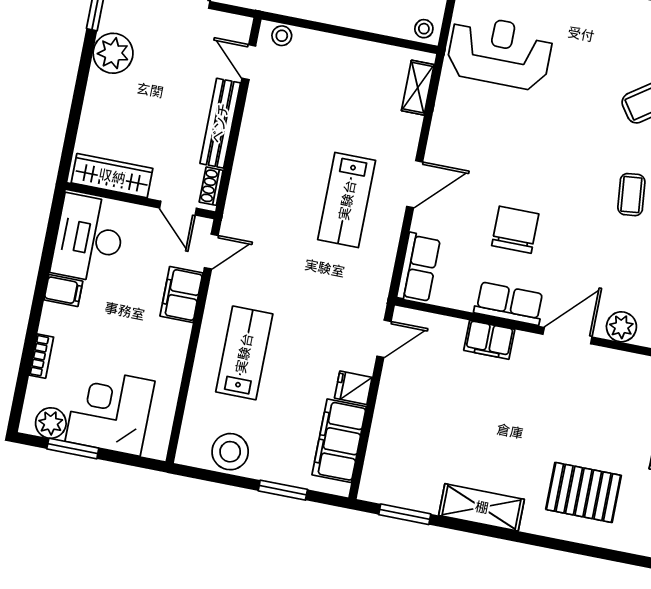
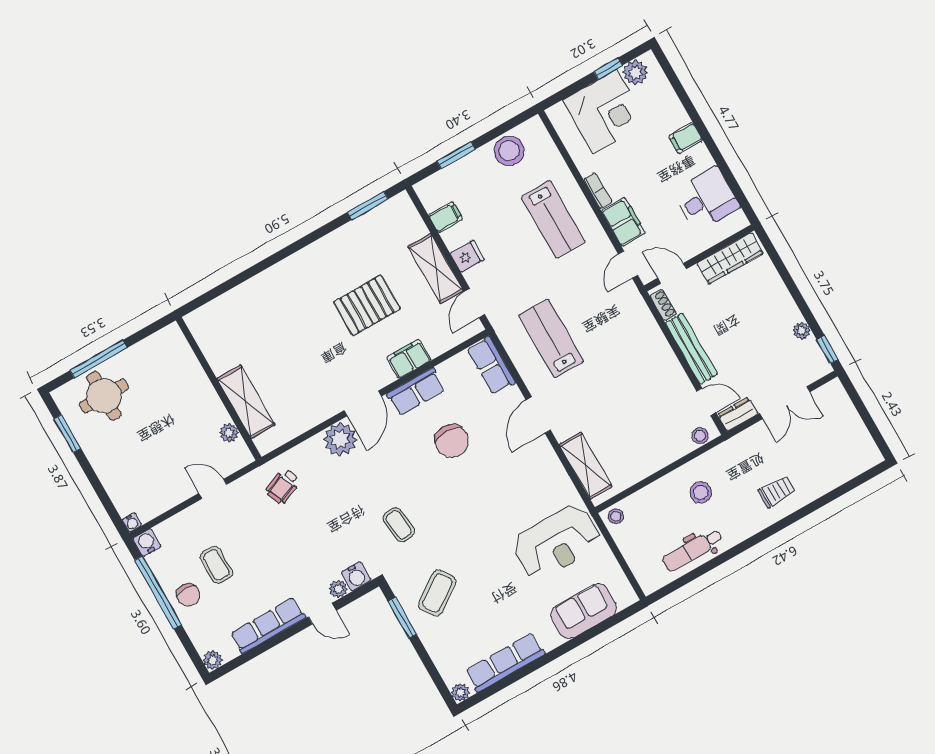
dresser: (230, 26) -> (738, 414), added
plant: (113, 53) -> (802, 331), width x0.53, depth x0.53
shelving: (418, 88) -> (586, 466), width x1.50, depth x1.33
lab bench: (347, 200) -> (551, 338), moved
desk: (89, 239) -> (706, 199), width x0.73
filing cabinet: (63, 291) -> (685, 138), moved
plant: (621, 327) -> (340, 439), width x1.36, depth x1.36
bookcase: (41, 356) -> (598, 191), moved, turned 180
filing cabinet: (339, 441) -> (446, 217), width x0.33, depth x0.86
window: (73, 449) -> (608, 68), width x0.67
pallet: (584, 492) -> (367, 305), moved
shelving: (482, 507) -> (436, 269), moved, turned 90

